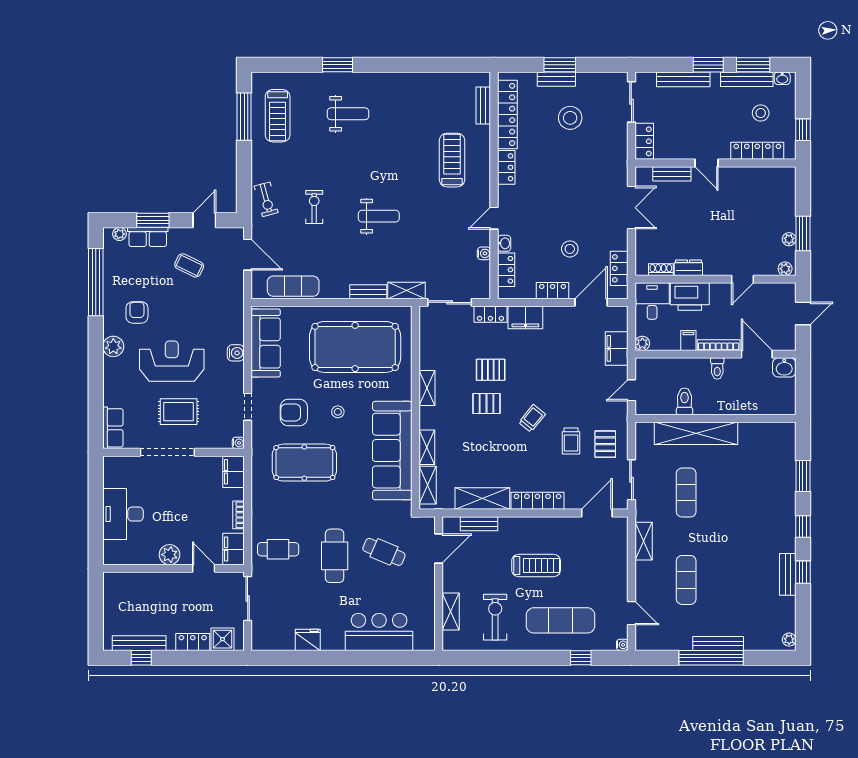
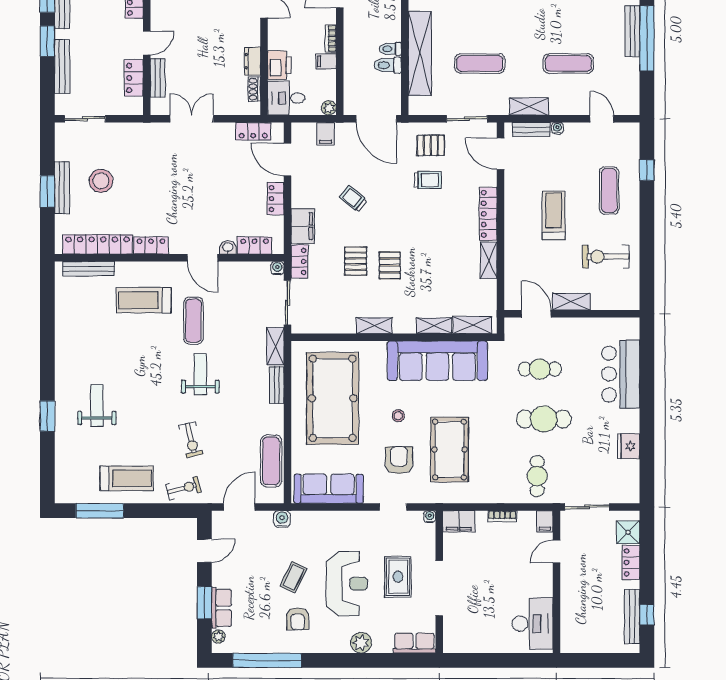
bench: (556, 79) -> (62, 188), width x1.36
bench: (483, 106) -> (89, 269), width x1.36
treadmill: (278, 116) -> (127, 478), moved
locker: (644, 141) -> (134, 78), moved, turned -90
exercise bike: (314, 207) -> (191, 440), turned -103
exercise mat: (432, 209) -> (193, 321), added
door: (494, 218) -> (202, 258), width x1.38
door: (204, 220) -> (204, 551), swing flipped
stool: (570, 249) -> (234, 181), removed
water cooler: (484, 253) -> (277, 268), moved
coffee table: (189, 265) -> (294, 577), moved
printer: (690, 297) -> (279, 65), width x0.73, depth x0.84
armchair: (137, 312) -> (298, 619), turned -90
bookcase: (719, 345) -> (331, 38), width x0.64
plant: (113, 346) -> (361, 643), moved
filing cabinet: (617, 348) -> (326, 134), width x0.50
water cooler: (236, 353) -> (282, 519), moved
reception desk: (172, 361) -> (347, 584), turned 180
toilet: (717, 368) -> (390, 49), moved, turned 180
door: (631, 390) -> (376, 119), width x1.87
armchair: (294, 413) -> (399, 460), turned 180
trolley: (532, 418) -> (353, 199), moved
shelving: (482, 499) -> (489, 260), width x0.67, depth x0.75
desk: (123, 514) -> (533, 624), moved, turned -90
bench: (479, 524) -> (531, 130), moved, turned 90
filing cabinet: (233, 549) -> (545, 521), width x0.50
cafe table: (384, 552) -> (540, 369), turned 67
plant: (169, 555) -> (543, 586), removed
shelving: (451, 611) -> (571, 302), moved
door: (631, 613) -> (602, 119), hinge flipped
exercise mat: (561, 620) -> (609, 191), width x0.73, depth x0.69
water cooler: (622, 645) -> (557, 128), moved

